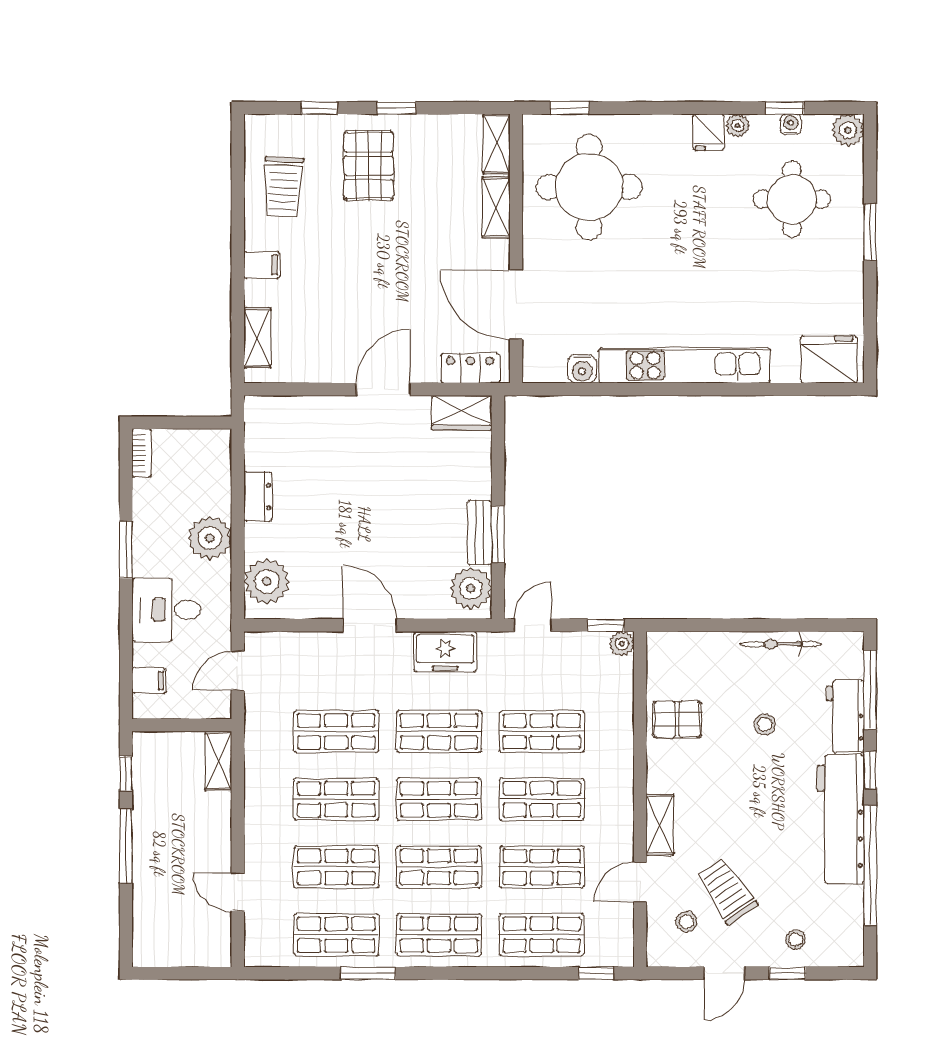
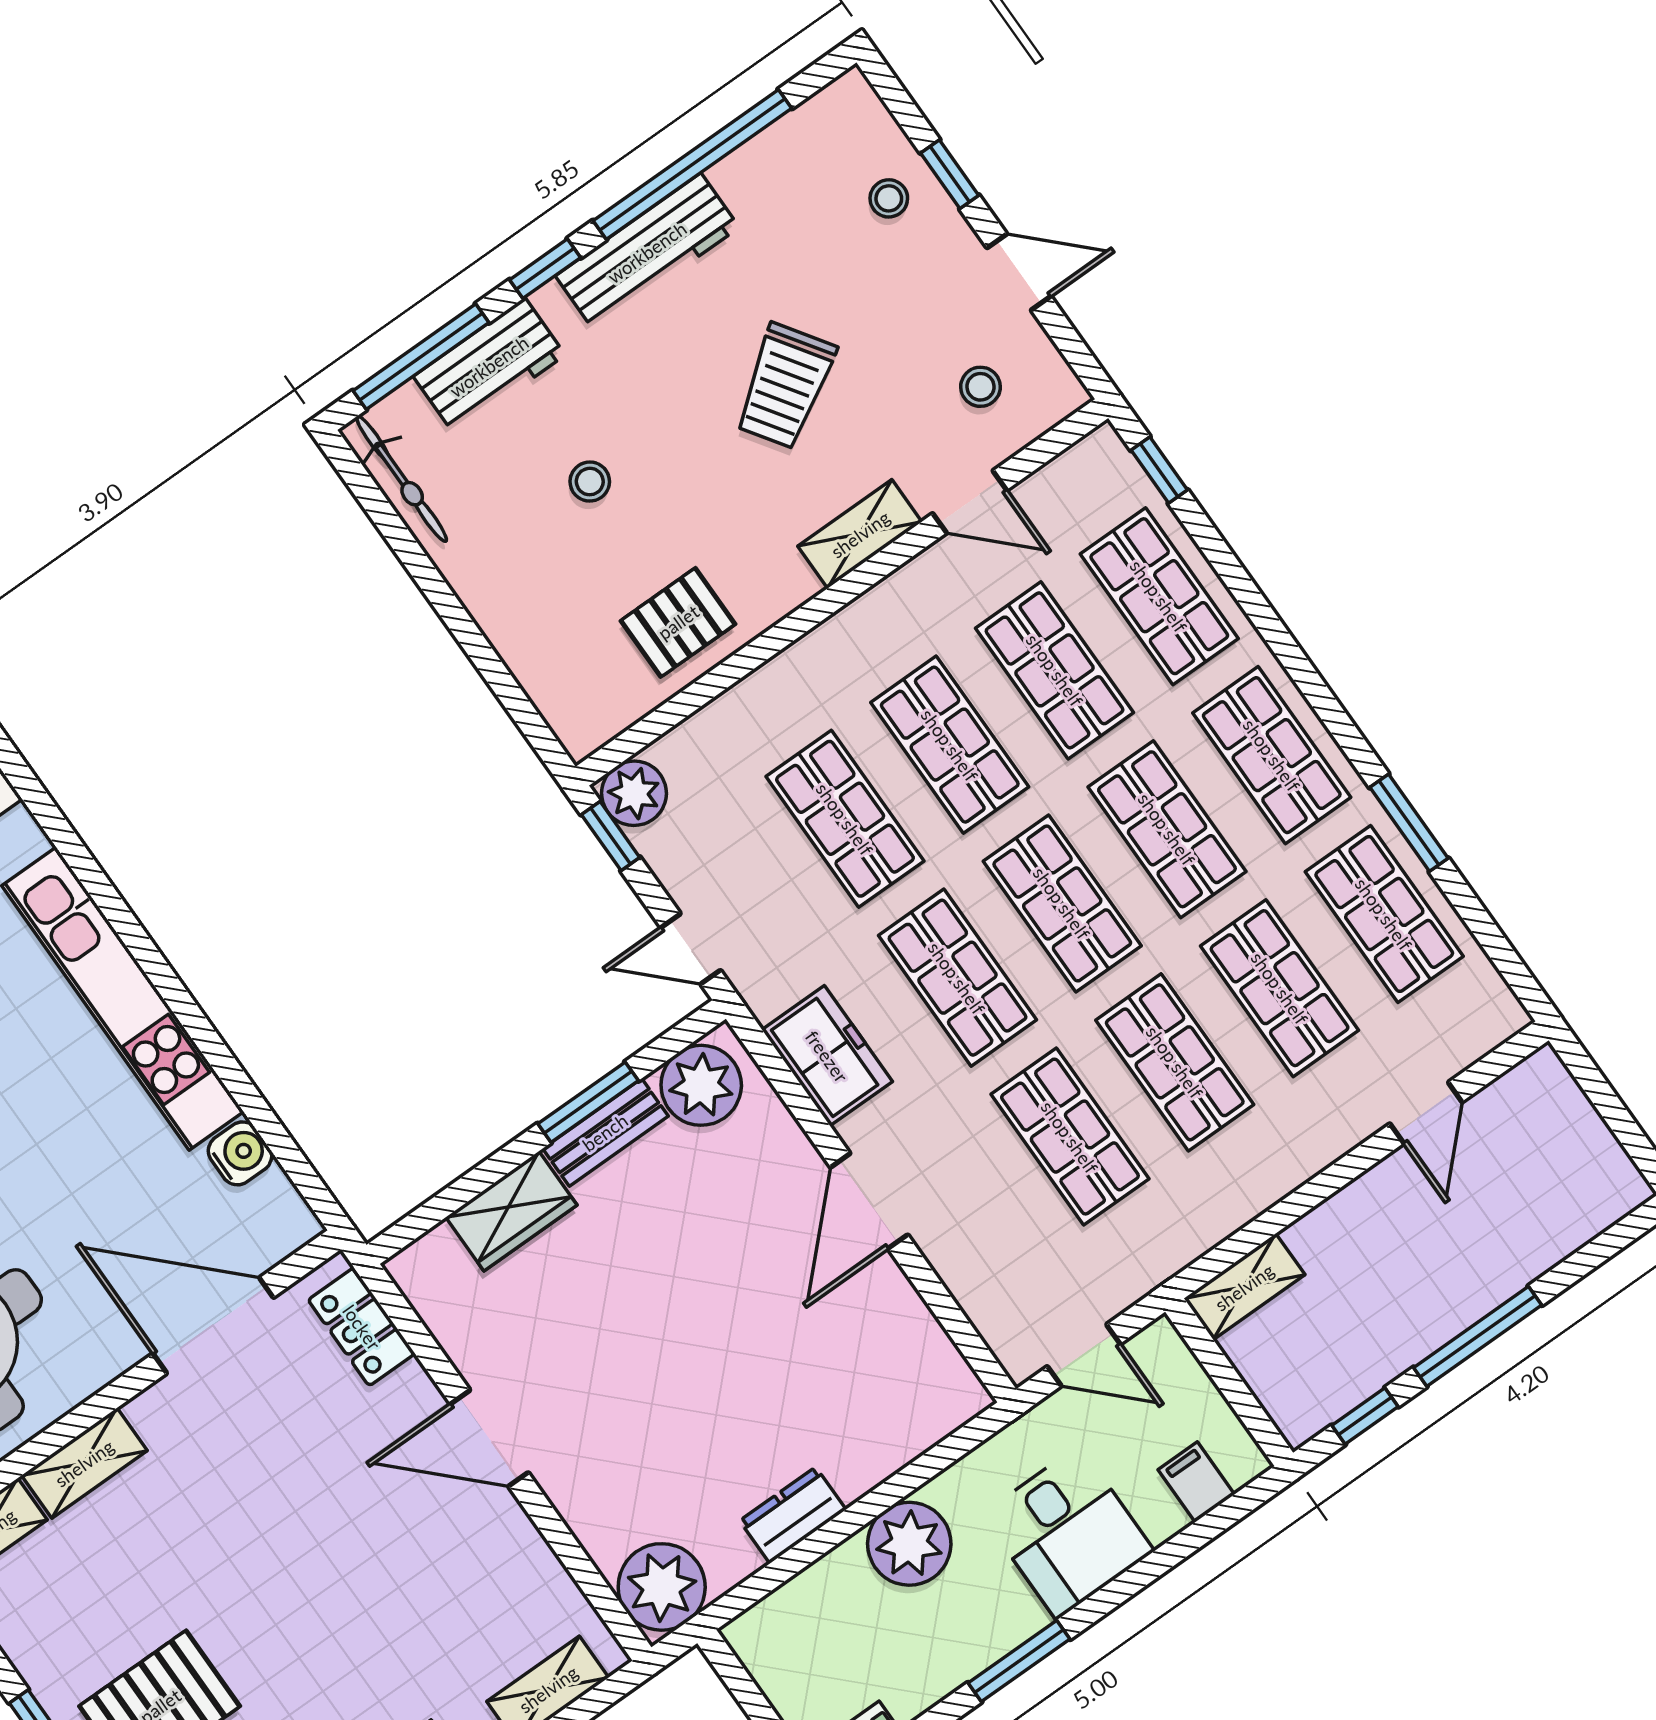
door: (516, 305) -> (213, 1326), swing flipped
wardrobe: (462, 413) -> (511, 1211), moved, turned 90
plant: (267, 581) -> (662, 1587), moved
plant: (622, 644) -> (634, 793), width x1.38, depth x1.38
bicycle: (781, 644) -> (401, 479), moved
pallet: (677, 719) -> (678, 622), turned 90
workbench: (841, 819) -> (647, 252), width x0.73, depth x0.76
trolley: (727, 891) -> (785, 386), moved

